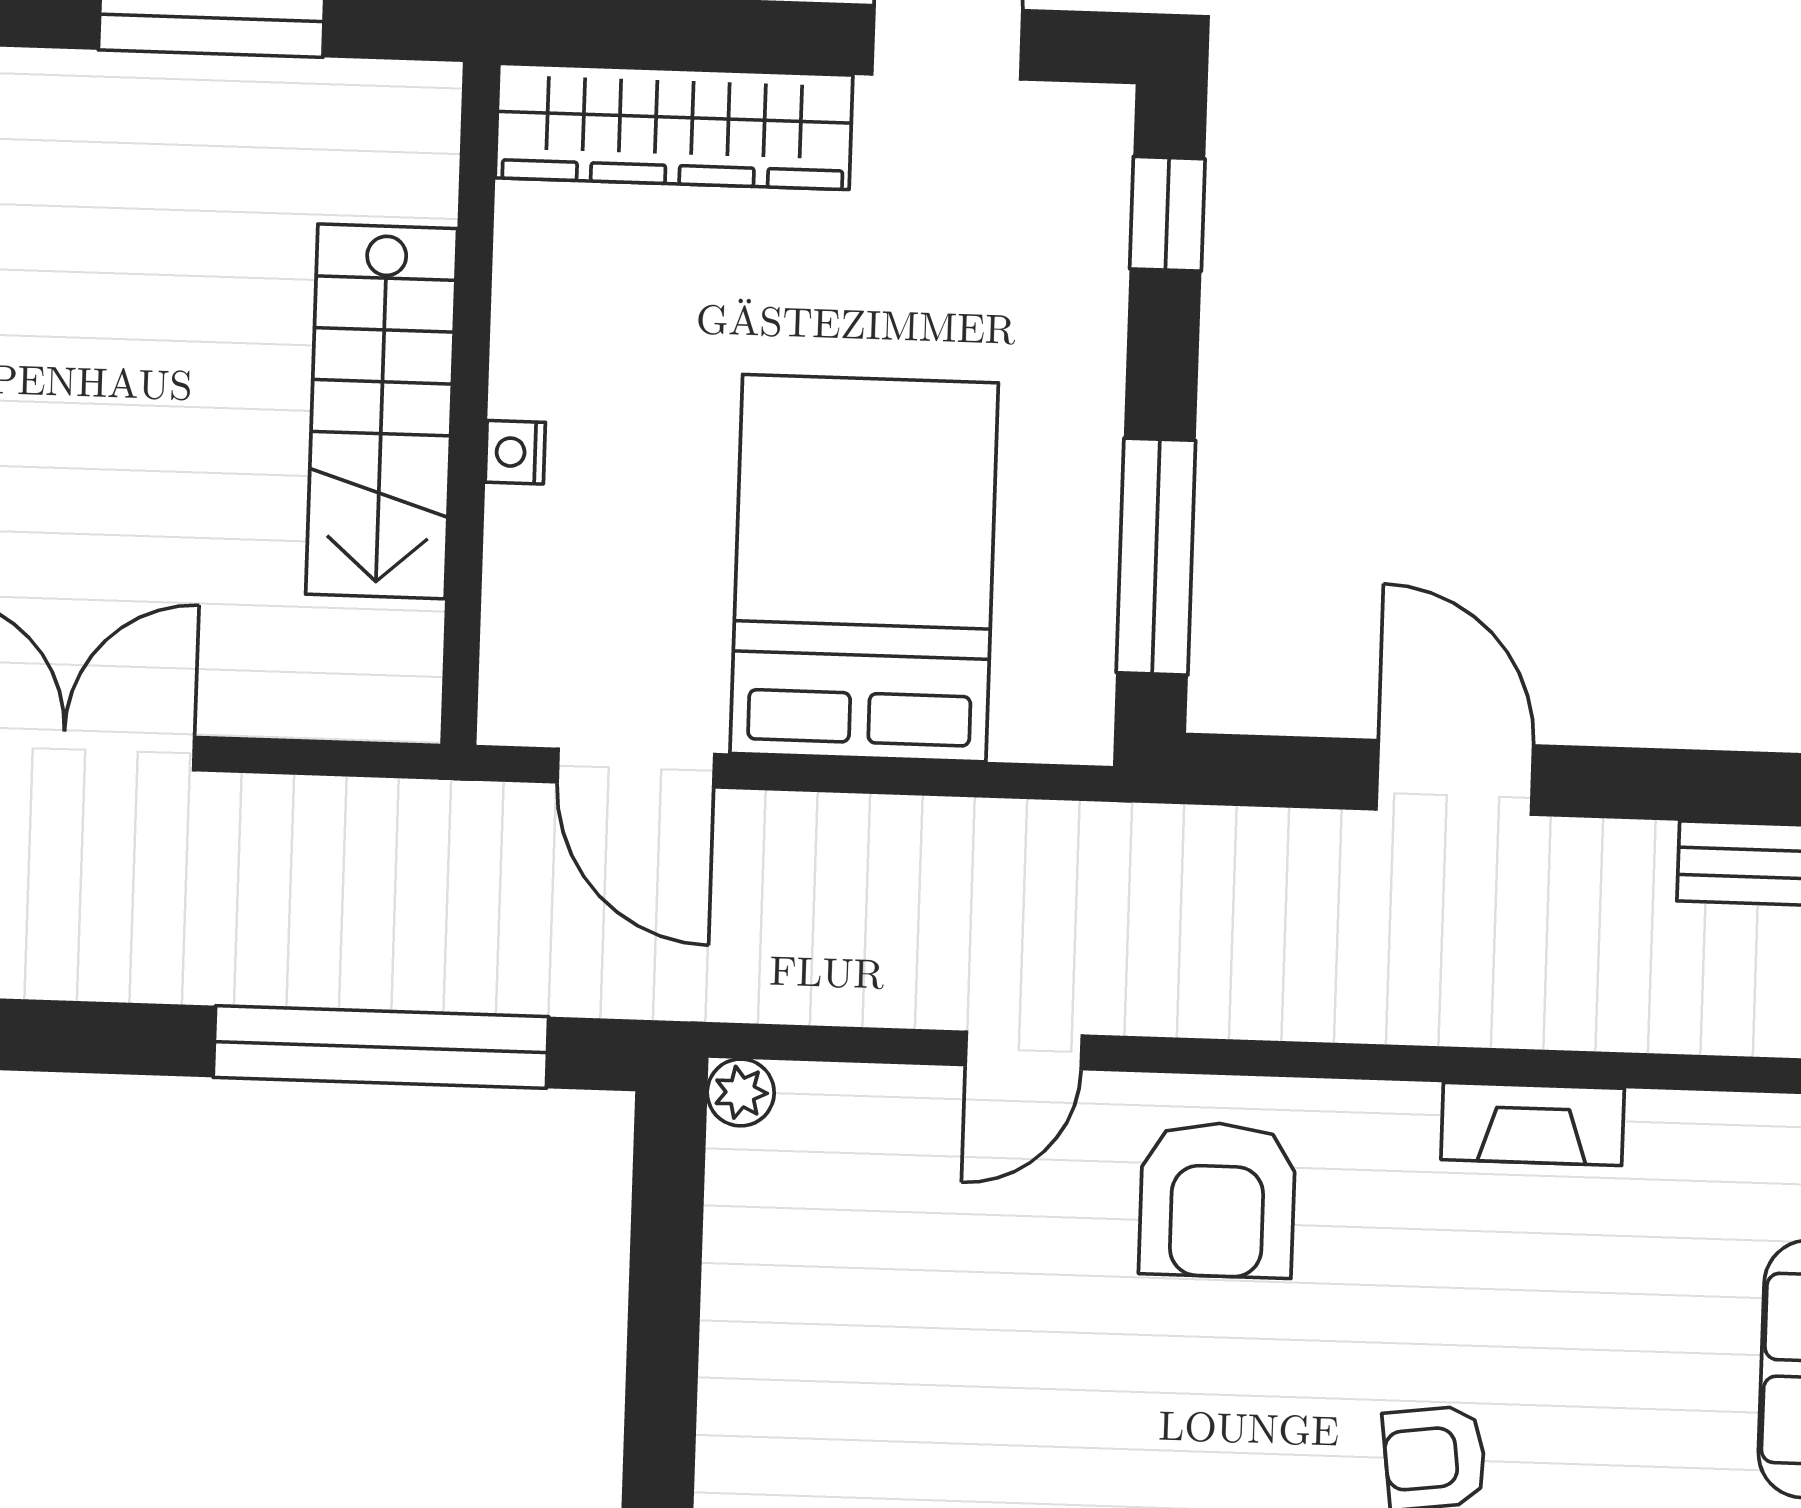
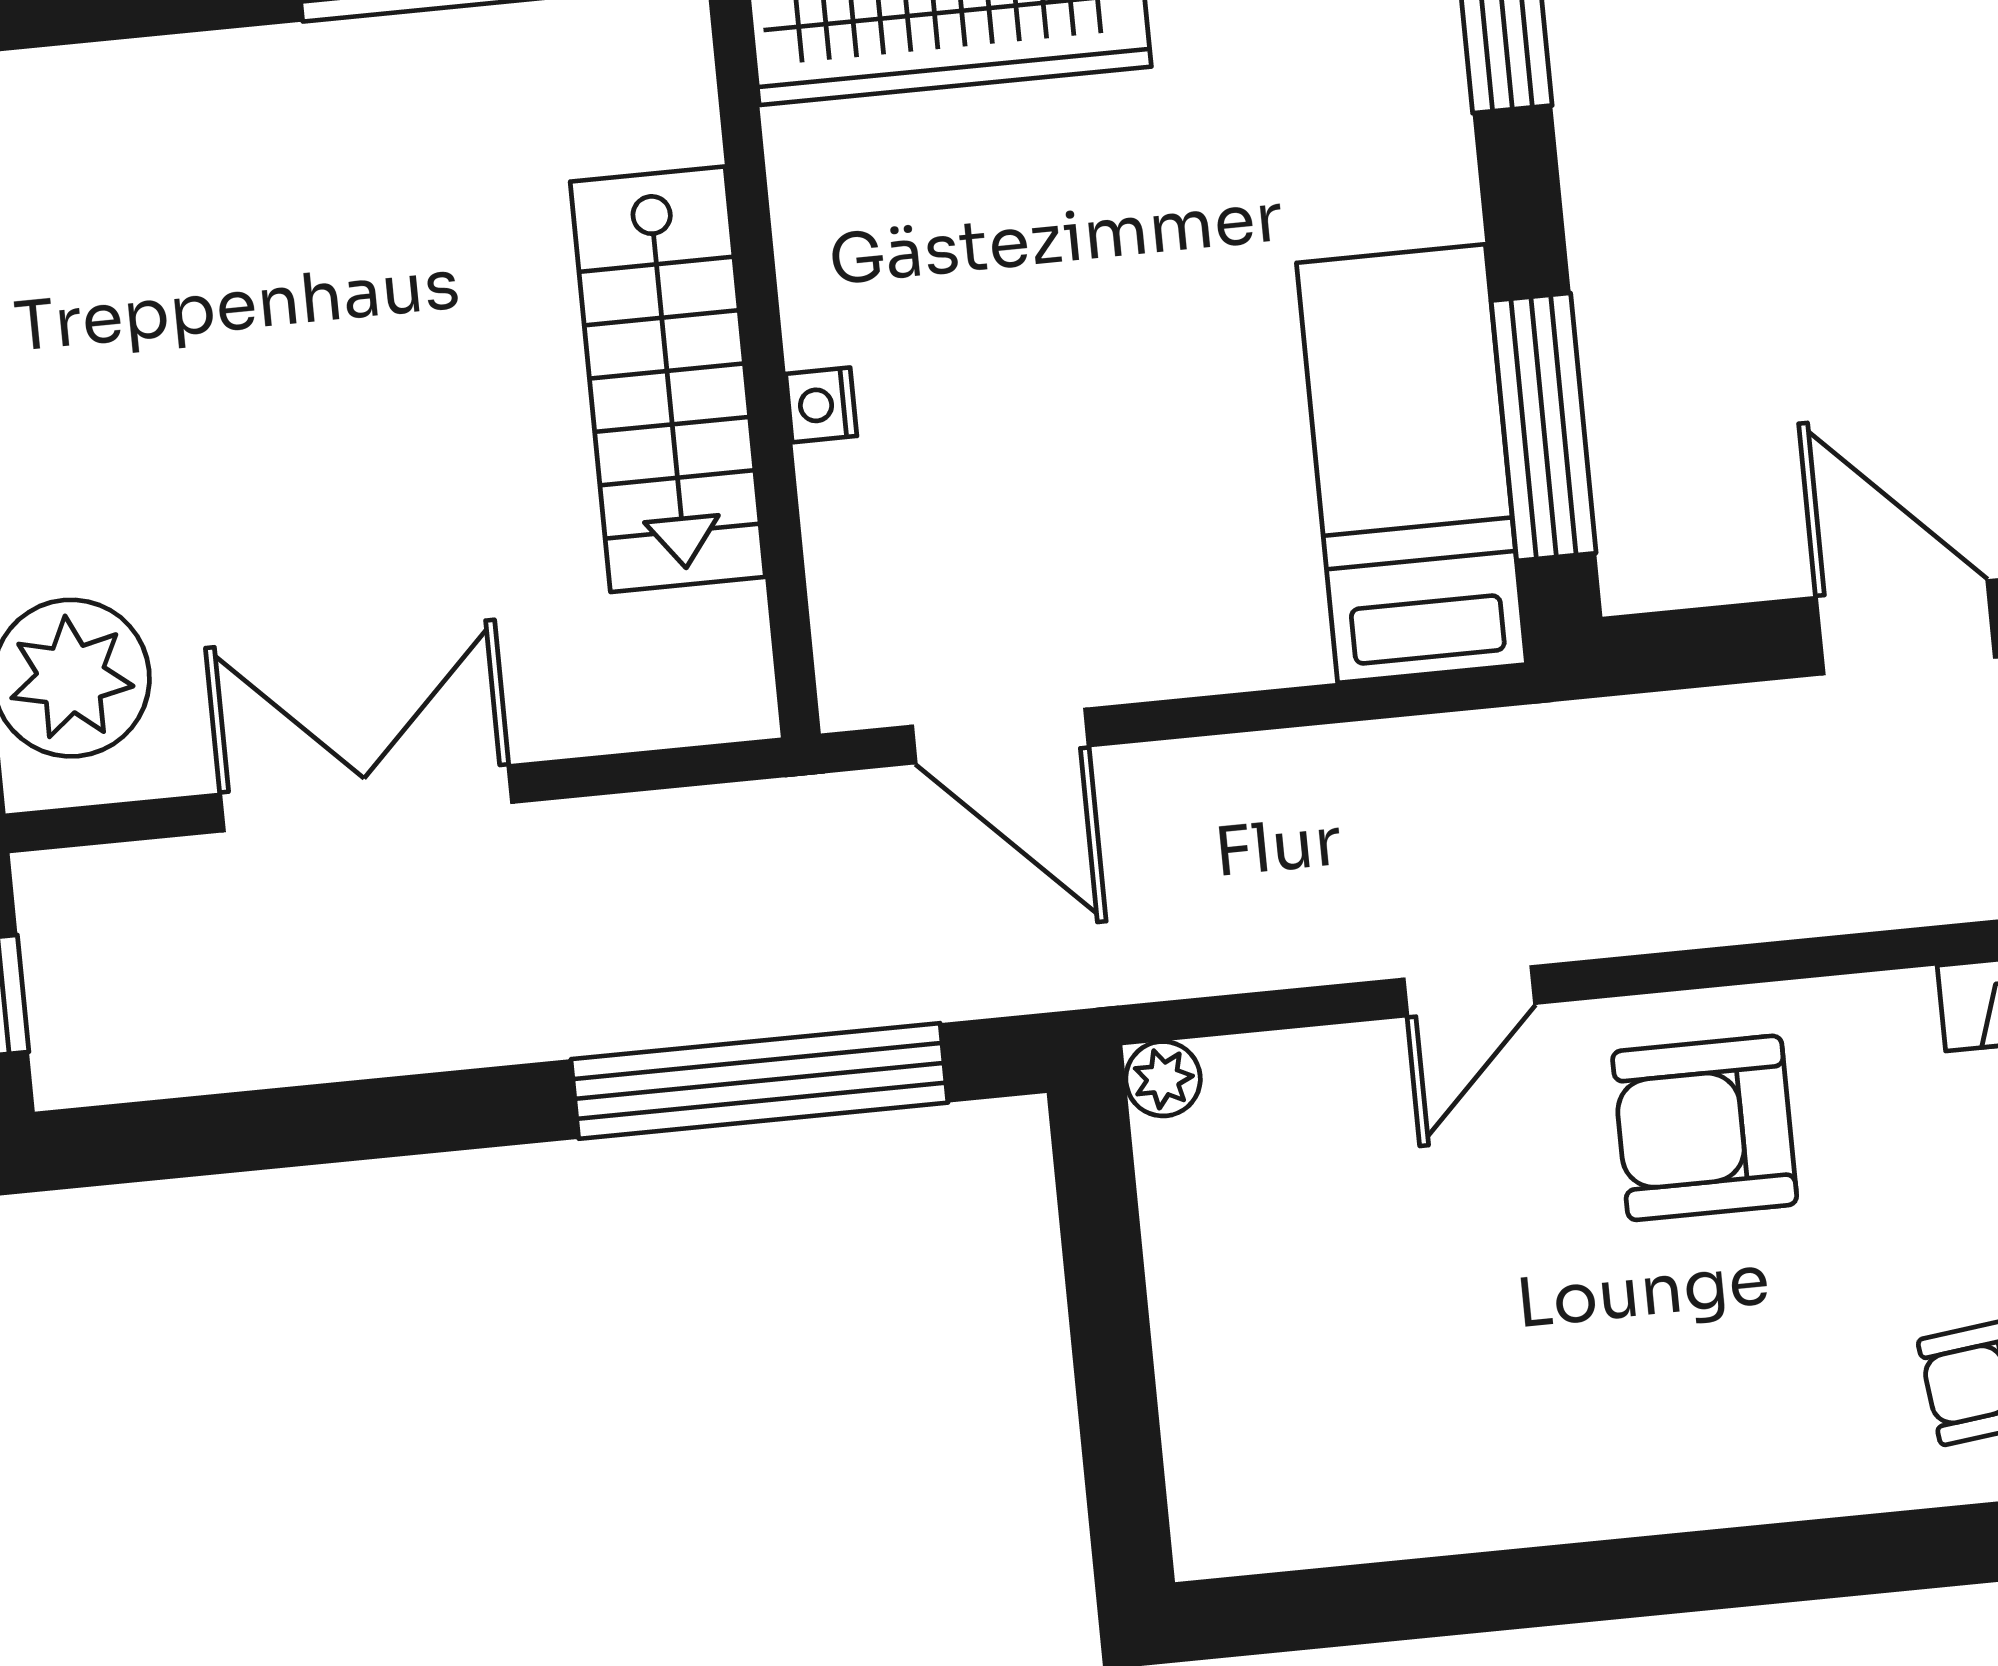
bed: (864, 568) -> (1412, 464), moved, width x0.67
armchair: (1217, 1200) -> (1705, 1128), turned 90

